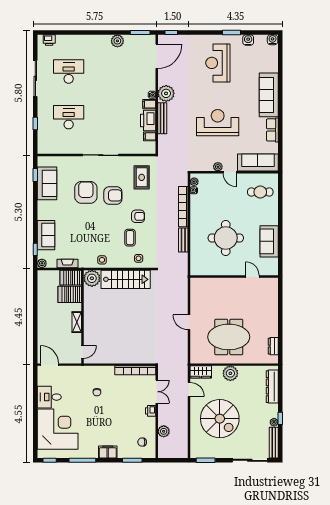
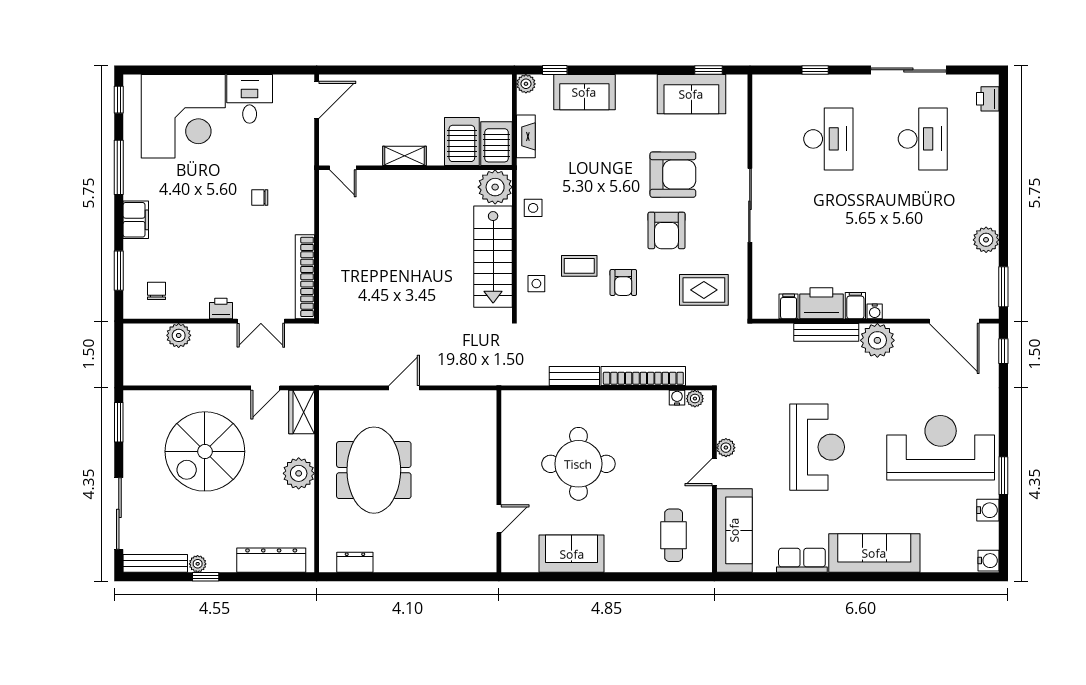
reception desk: (218, 63) -> (941, 448), width x1.36, depth x1.30

